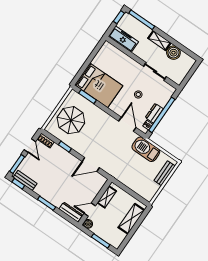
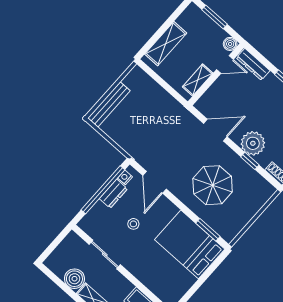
parasol: (71, 120) -> (213, 185), moved
barbecue: (146, 149) -> (132, 143), removed
plant: (64, 159) -> (253, 143), added
bench: (165, 173) -> (109, 104), width x1.36

